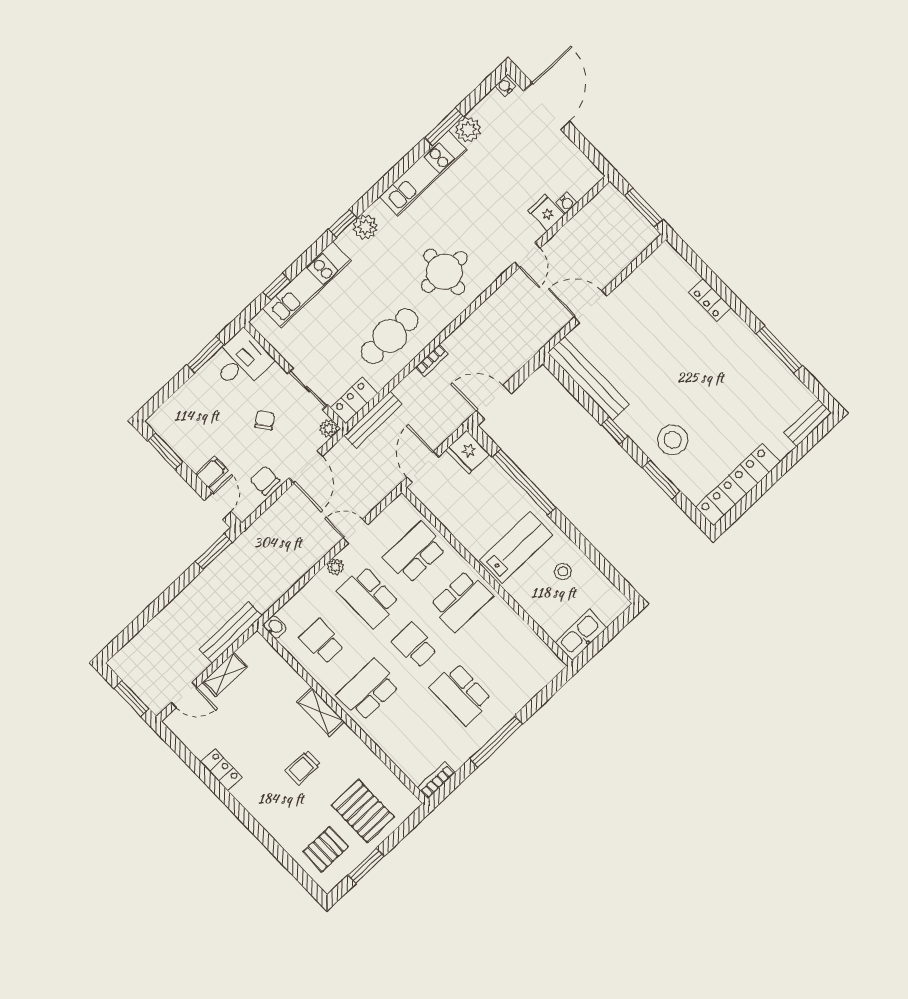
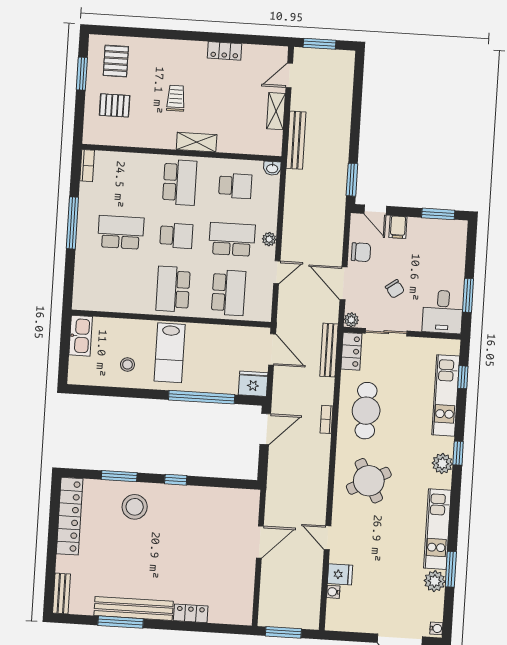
round table: (444, 272) -> (369, 481), turned -31
bench: (588, 378) -> (134, 608), moved
pallet: (363, 811) -> (115, 105), width x0.67, depth x0.71

